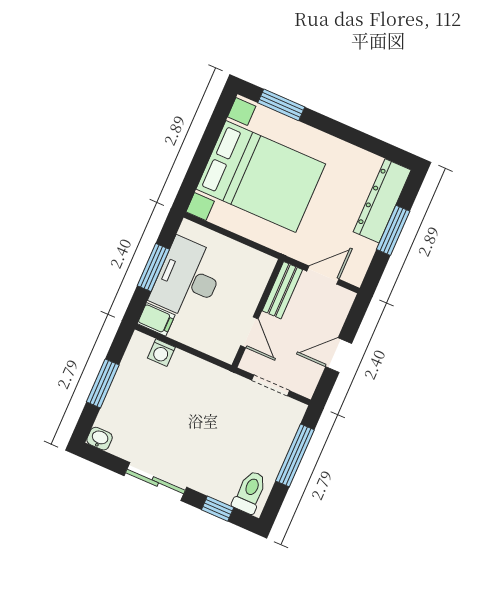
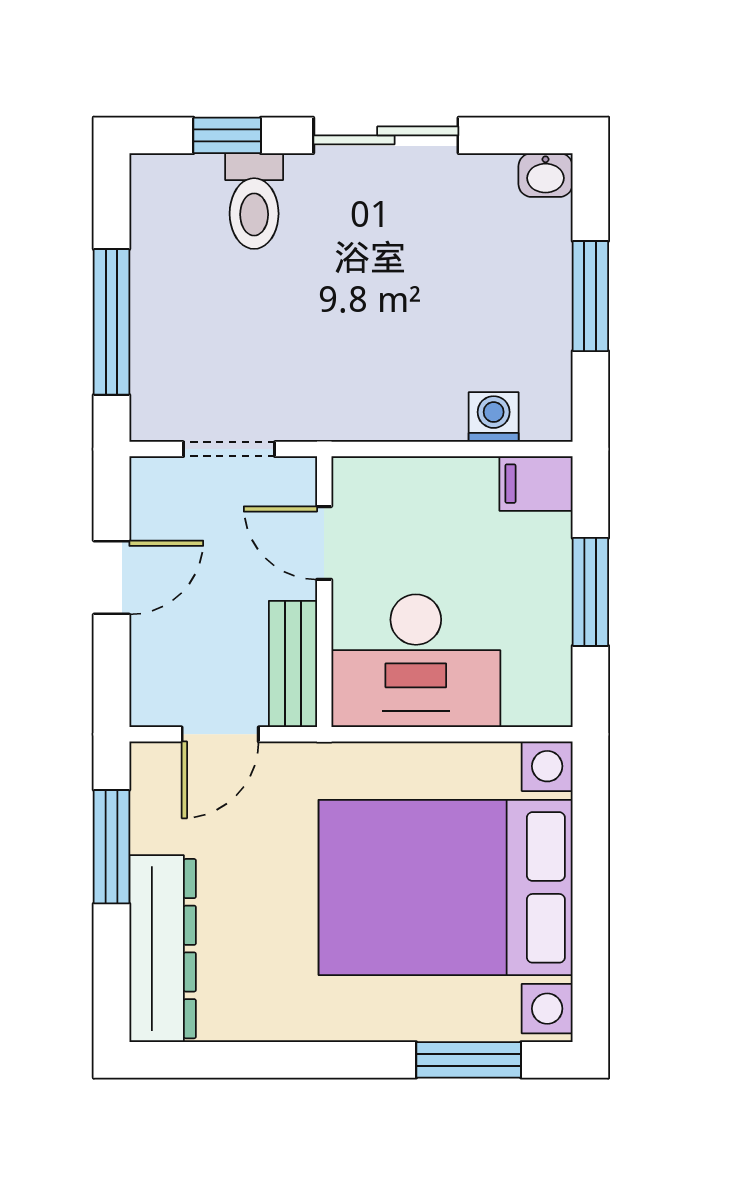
window: (393, 230) -> (111, 847), moved
desk: (188, 279) -> (416, 661), moved, turned 90
toilet: (250, 492) -> (254, 201), moved

